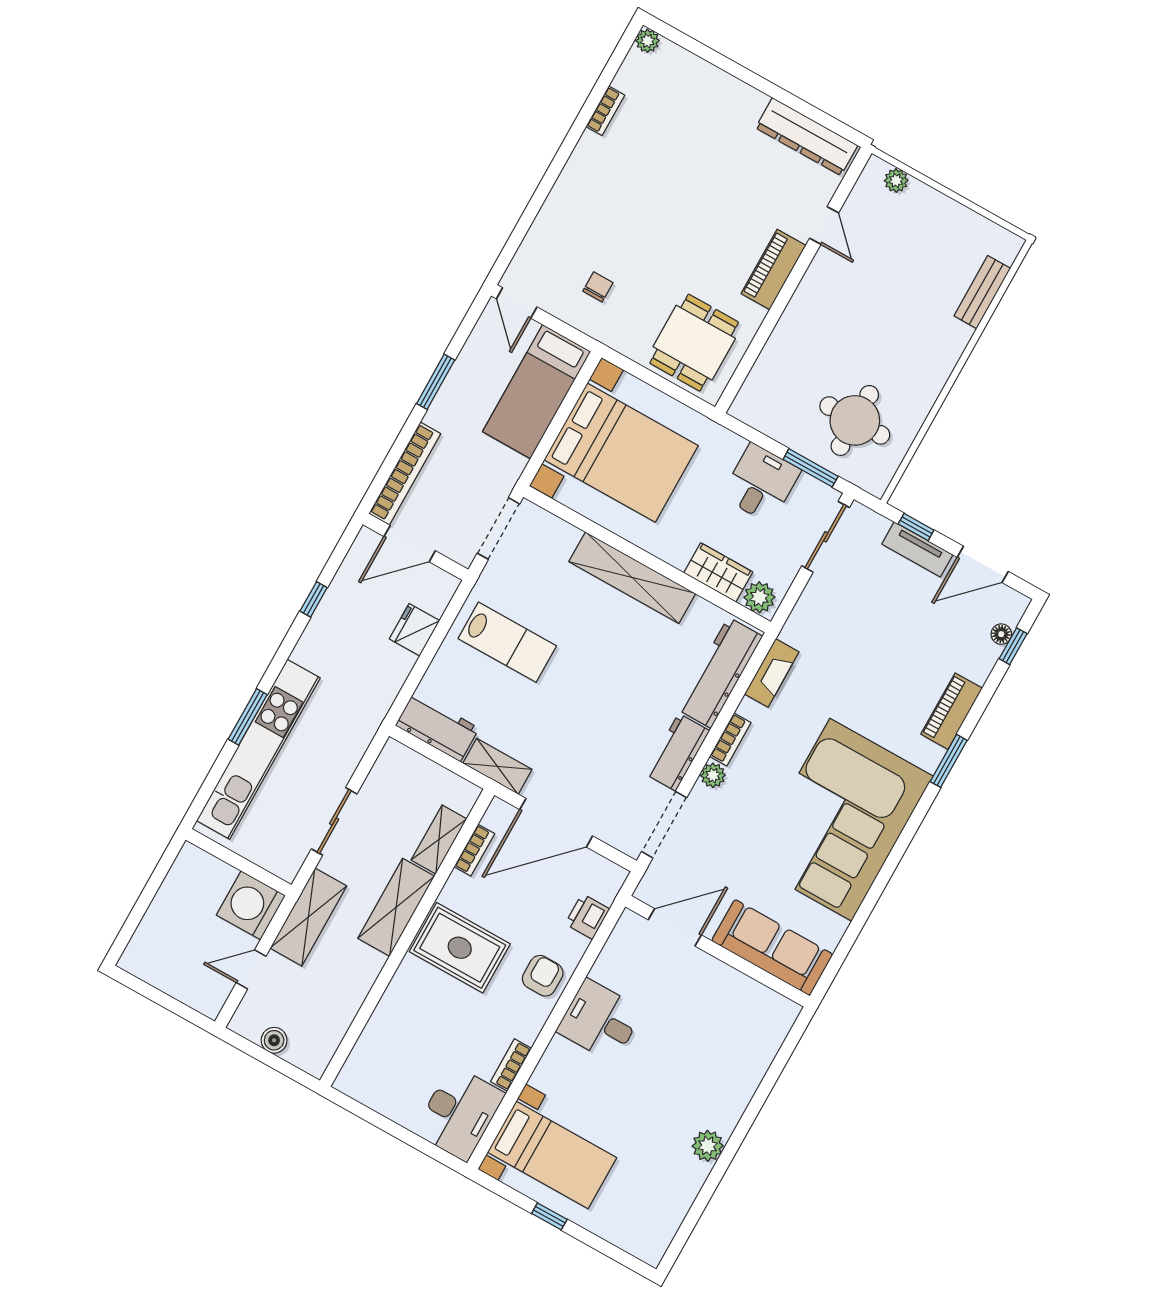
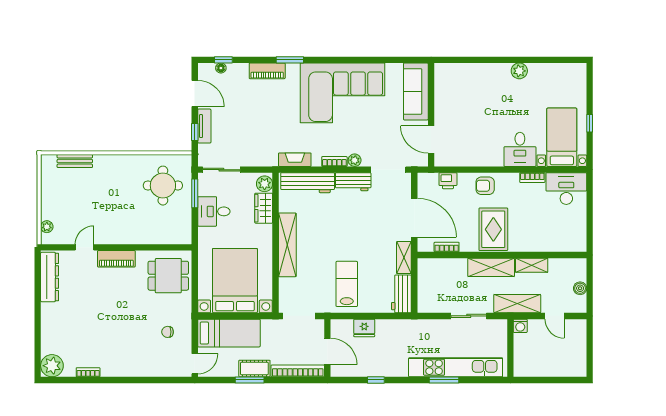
plant: (647, 41) -> (52, 366), width x1.88, depth x1.88
cot: (451, 401) -> (254, 368), added
shelving: (439, 839) -> (532, 265), moved
washing machine: (251, 905) -> (520, 326), width x0.53, depth x0.53
desk: (600, 1021) -> (520, 149), moved

